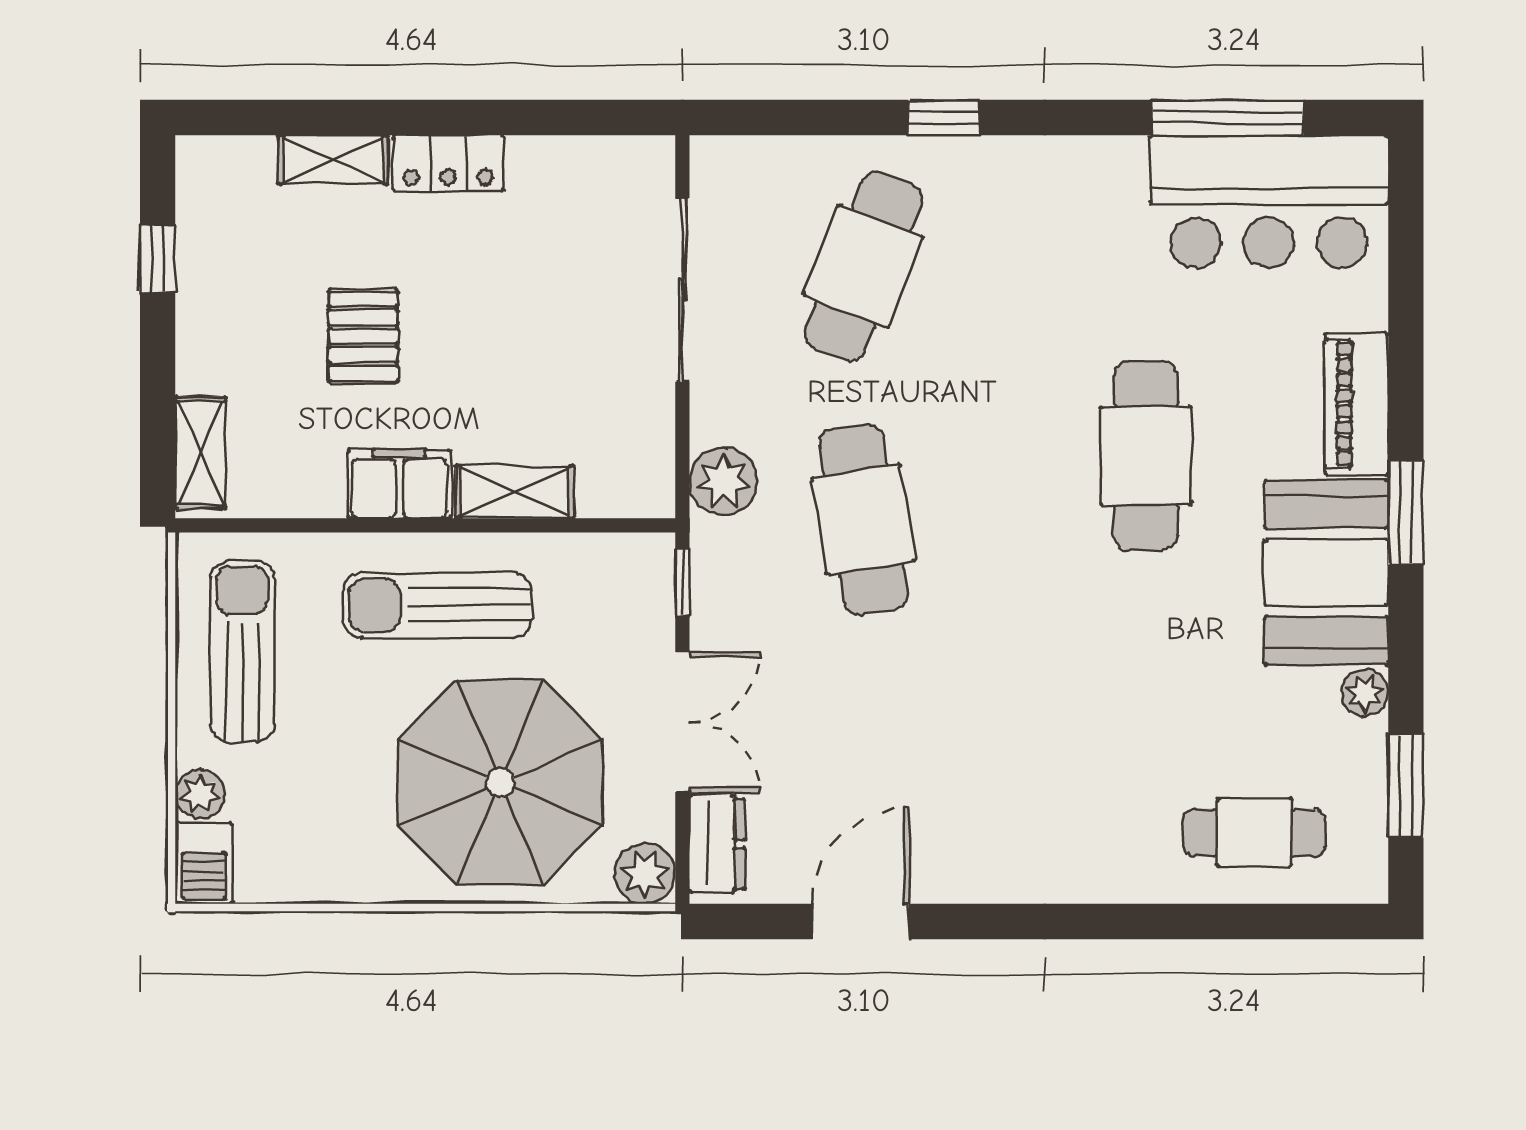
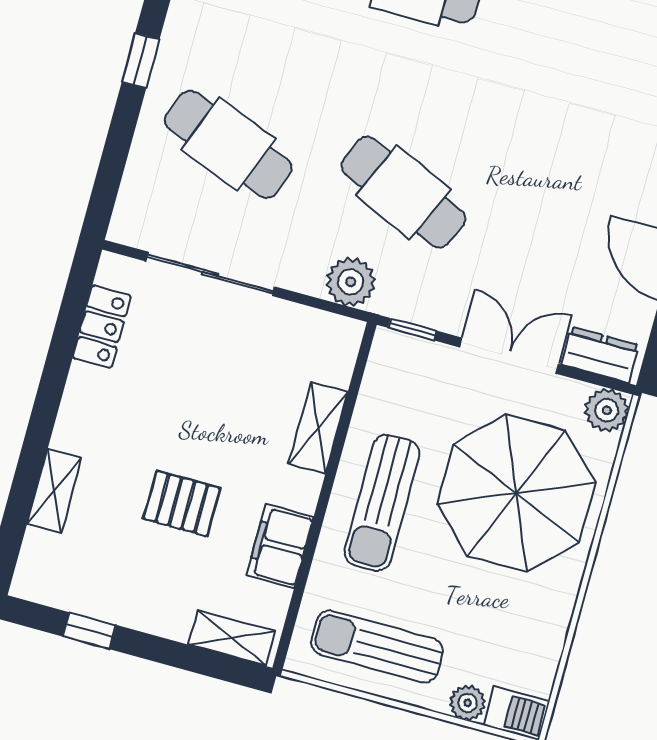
locker: (448, 163) -> (102, 327), moved
filing cabinet: (399, 484) -> (280, 546), moved
cafe table: (864, 520) -> (403, 192), turned 33

